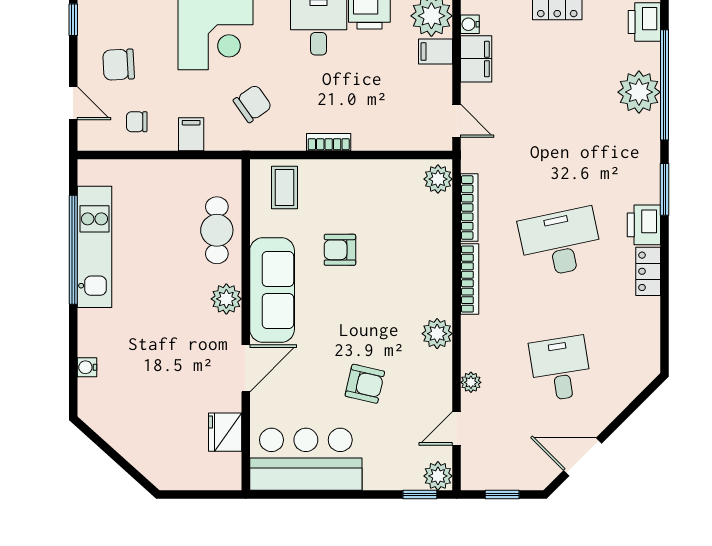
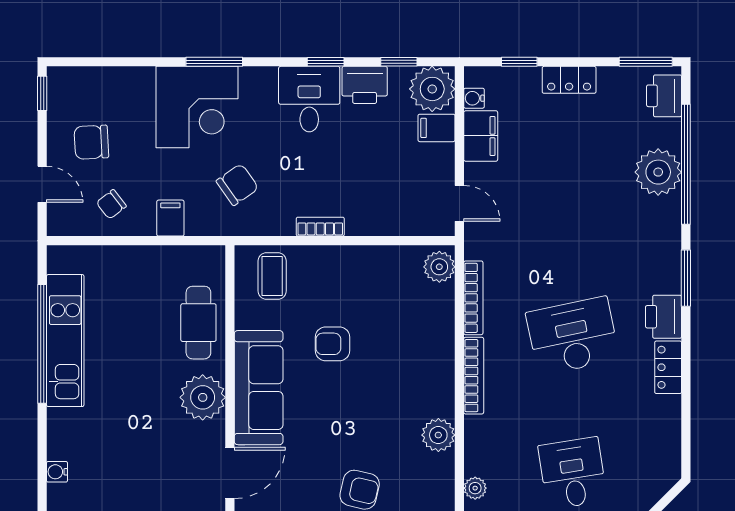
chair: (137, 122) -> (111, 204), turned -38
plant: (226, 299) -> (203, 397), width x1.36, depth x1.36

